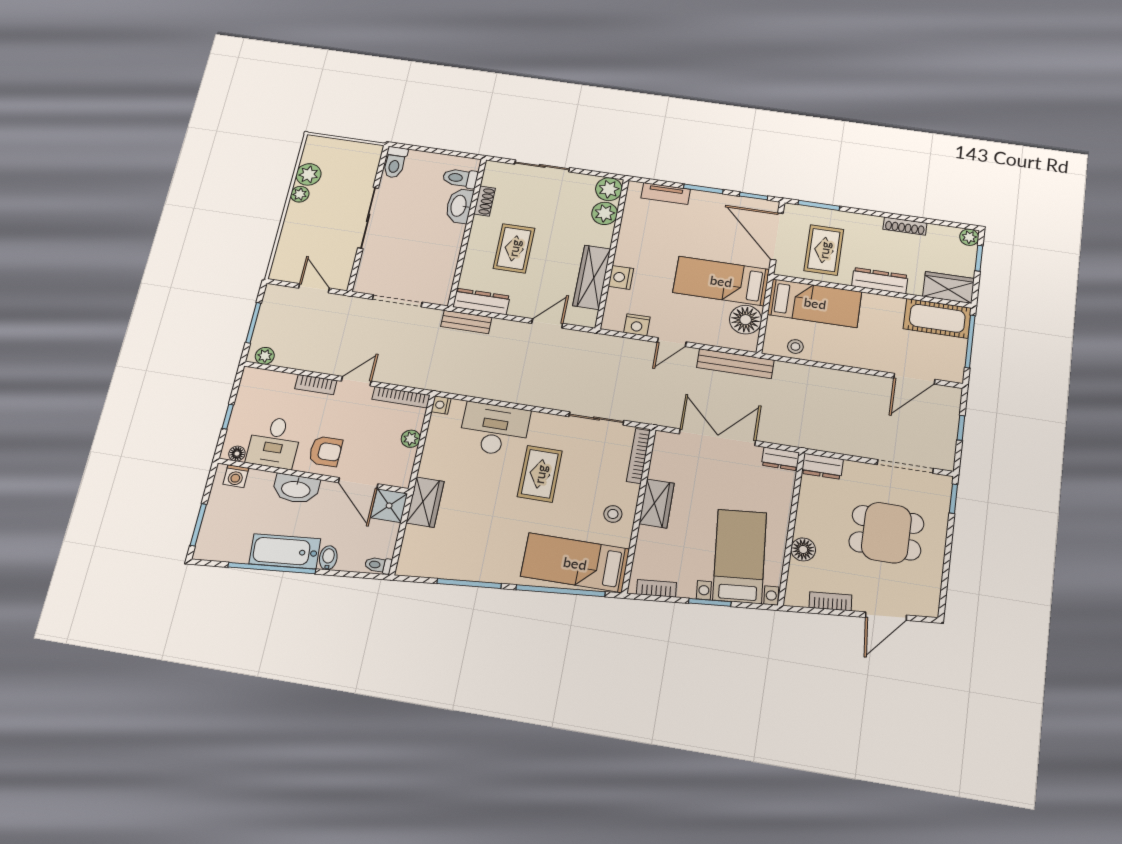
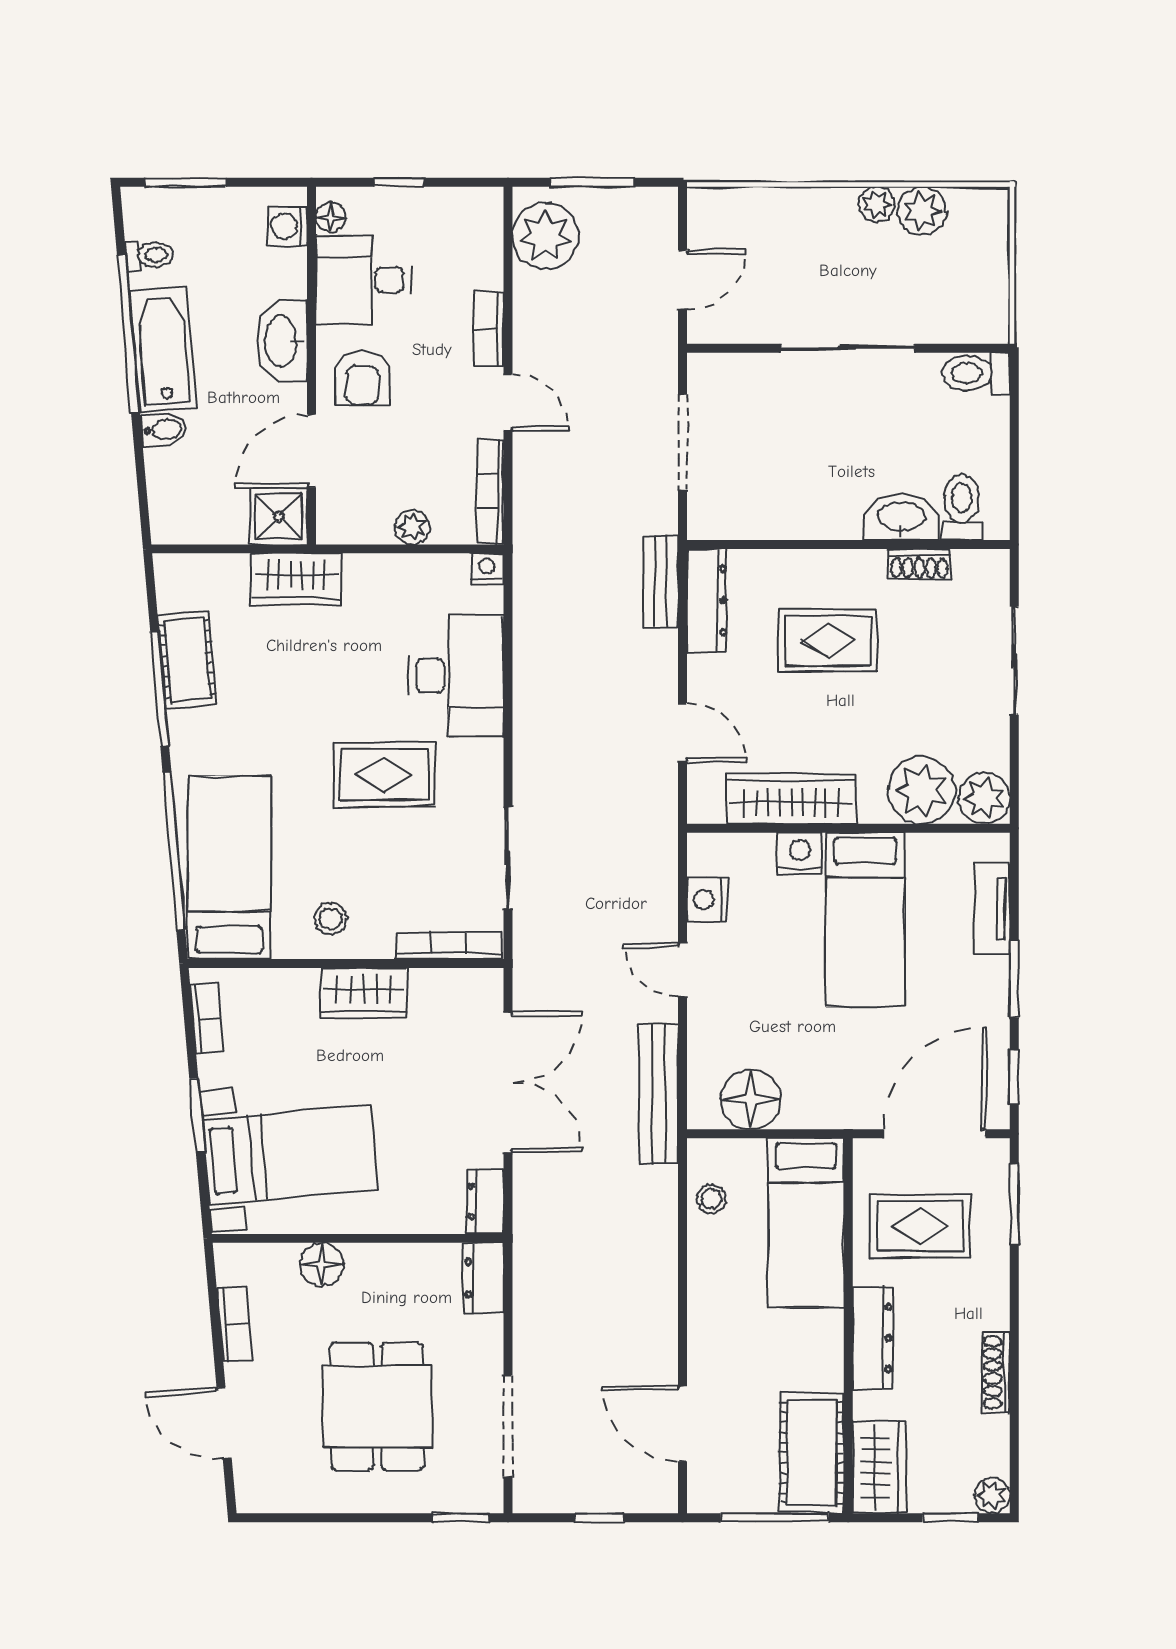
plant: (605, 213) -> (921, 790), width x1.36, depth x1.36
bed: (721, 281) -> (865, 919), moved, turned 180
plant: (265, 356) -> (545, 236), width x1.88, depth x1.88
toilet: (378, 565) -> (149, 255), moved, turned 85
cot: (456, 566) -> (187, 659), added

